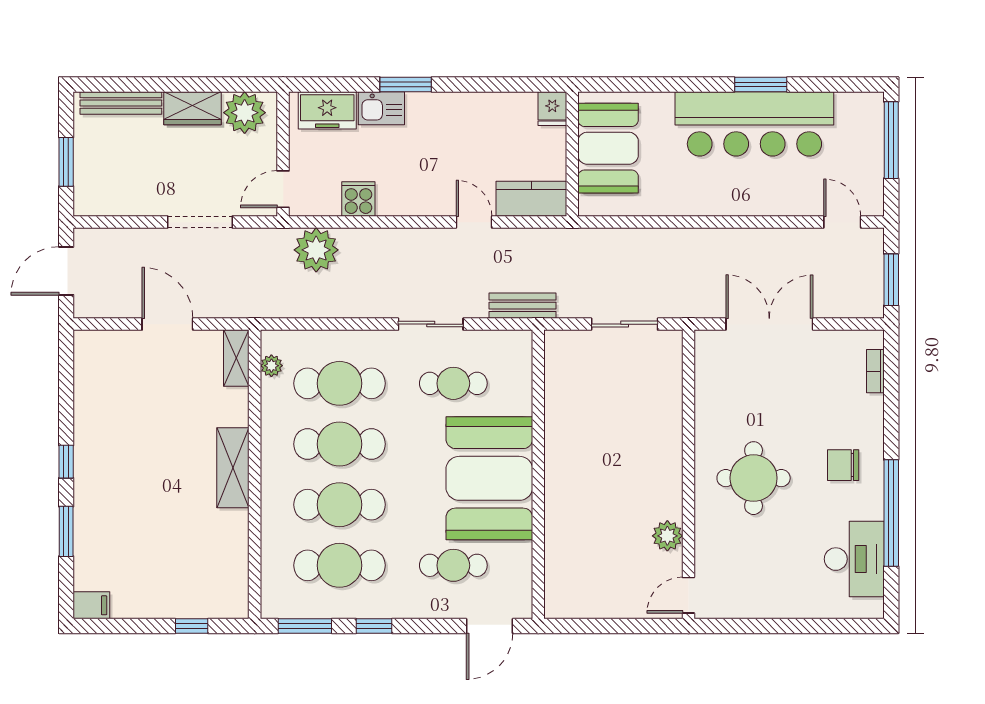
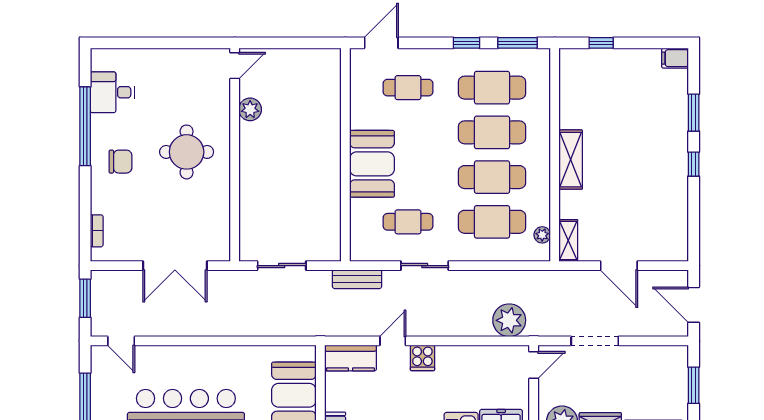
cooker: (358, 199) -> (422, 358), moved
door: (474, 222) -> (393, 341), swing flipped
door: (66, 271) -> (694, 305), swing flipped
booth: (489, 478) -> (372, 164), width x0.73, depth x0.70
desk: (854, 559) -> (112, 92), width x0.73

